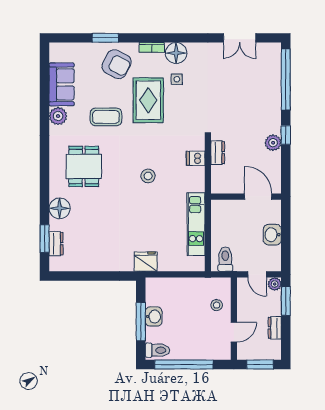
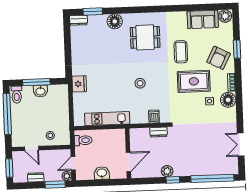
plant: (58, 116) -> (225, 16), moved
dresser: (56, 244) -> (79, 20), moved

